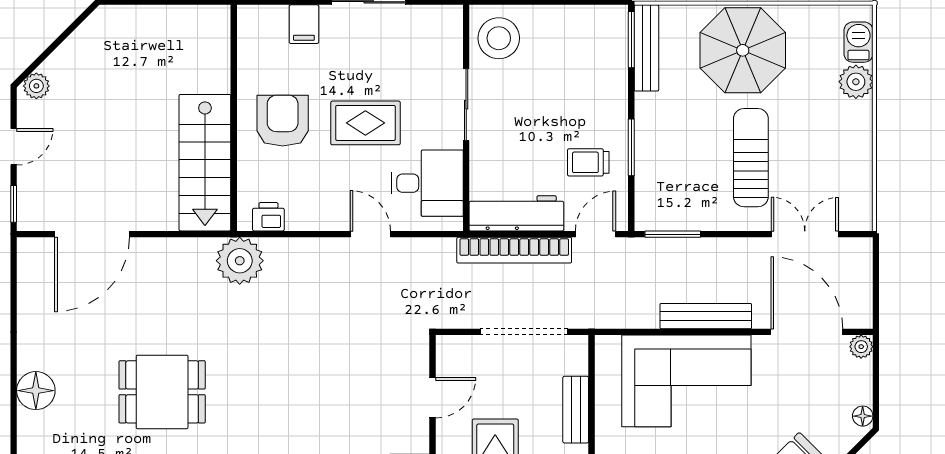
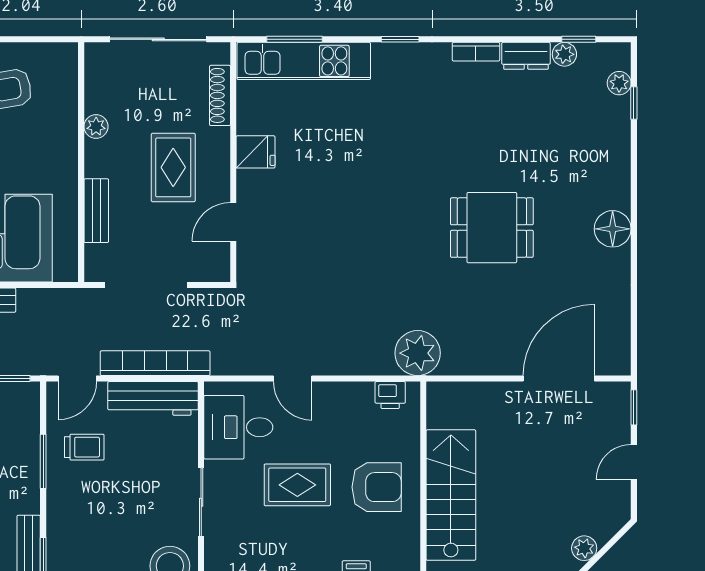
plant: (36, 86) -> (584, 548), moved
armchair: (283, 121) -> (377, 487), turned -90
stairs: (205, 163) -> (451, 495), moved

